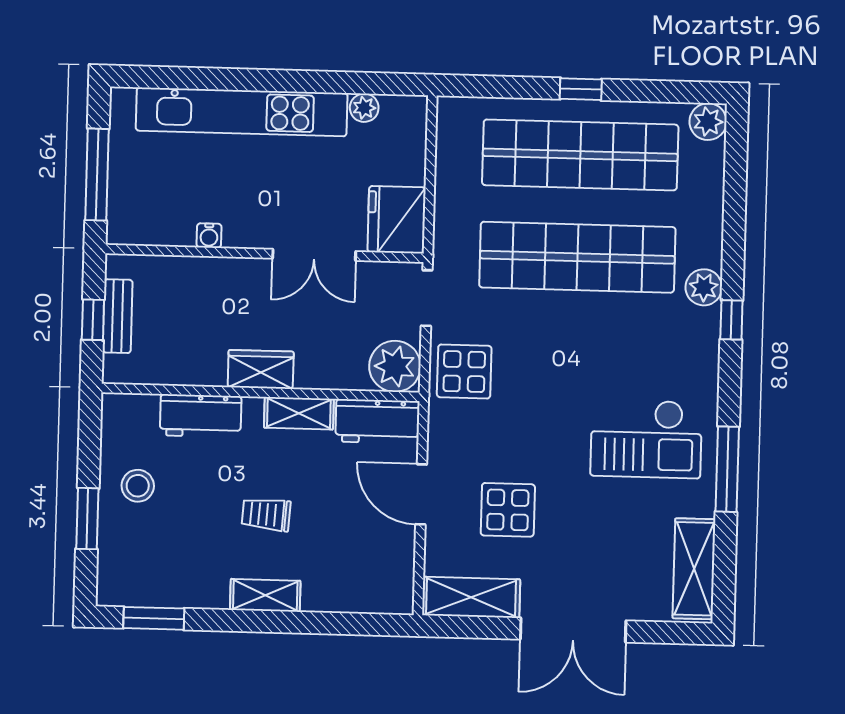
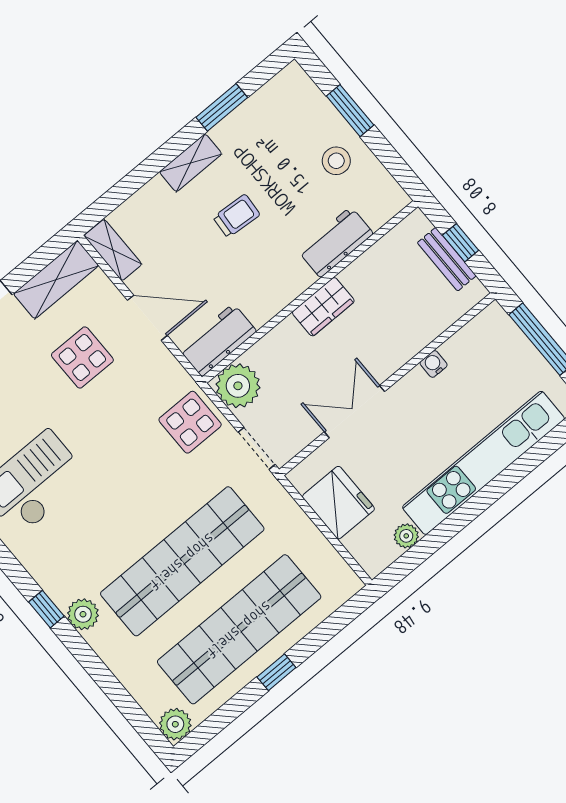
fridge: (397, 220) -> (338, 503), moved
shelving: (299, 413) -> (113, 250), moved, turned 90
window: (154, 618) -> (222, 107), moved

